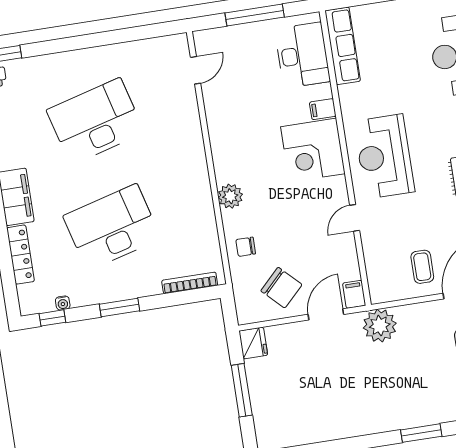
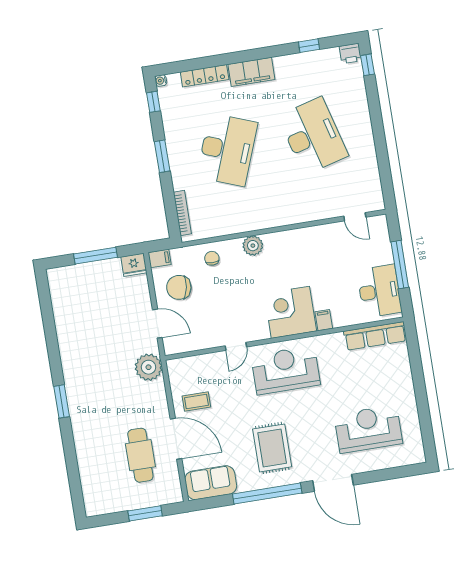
desk: (302, 55) -> (379, 291), moved, turned -90
door: (355, 218) -> (236, 346), swing flipped
desk: (112, 227) -> (227, 150), turned 36
chair: (281, 288) -> (179, 287), turned 55
filing cabinet: (354, 294) -> (160, 258), moved
water cooler: (63, 303) -> (161, 81), moved

